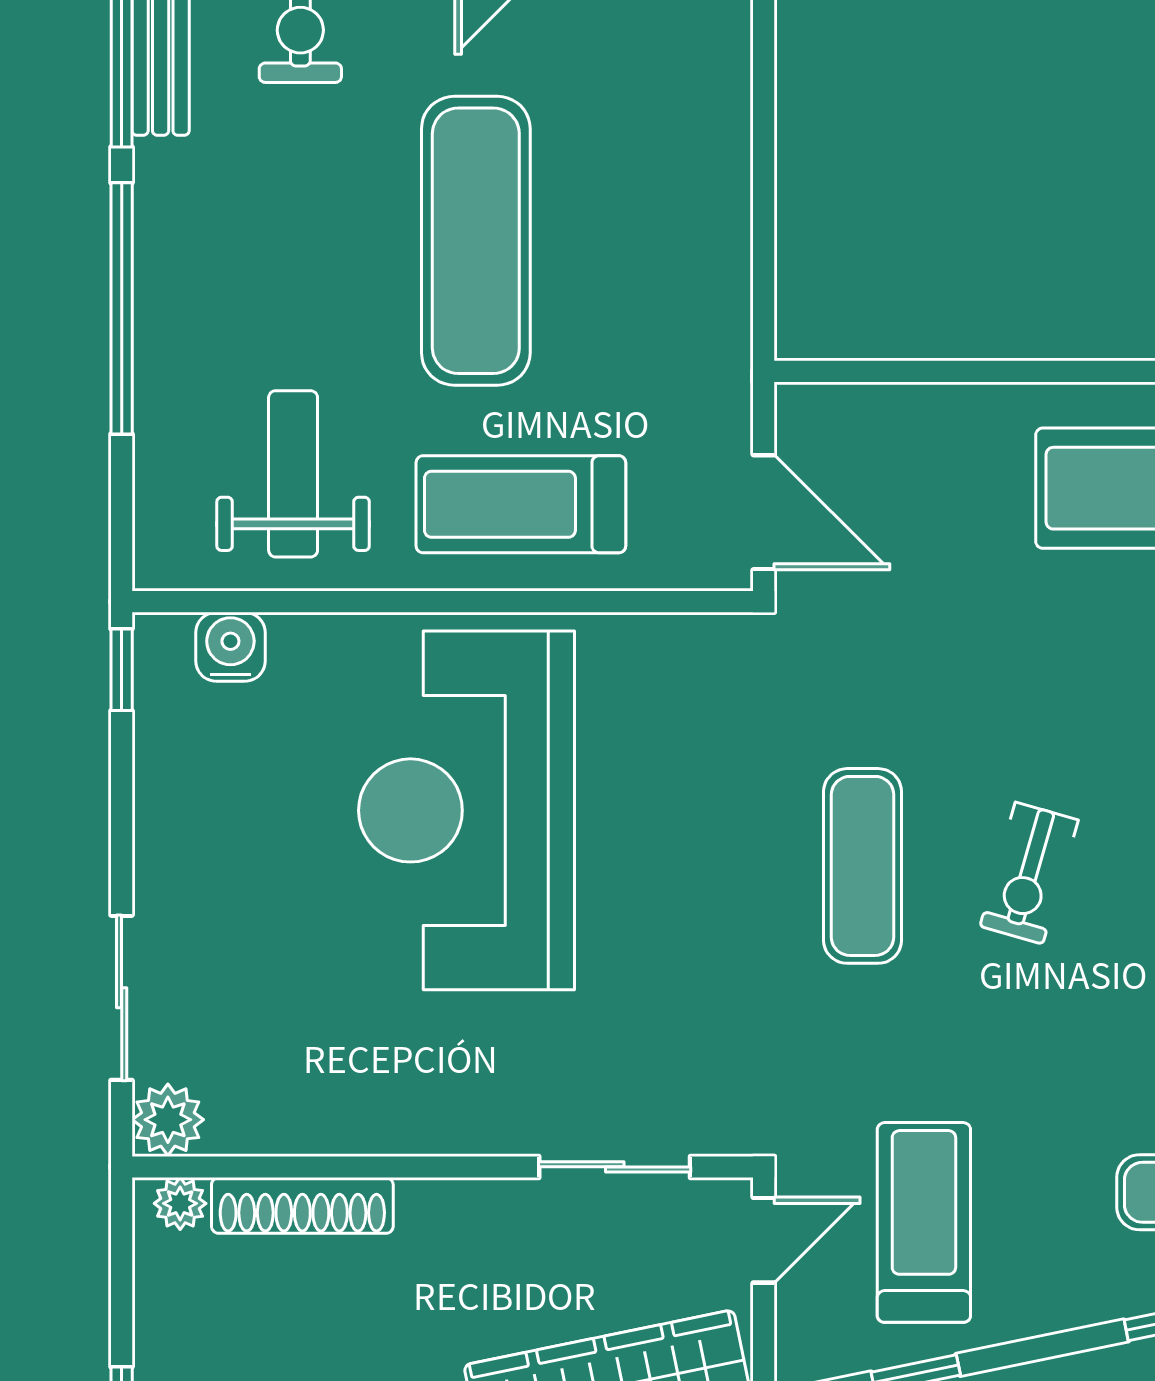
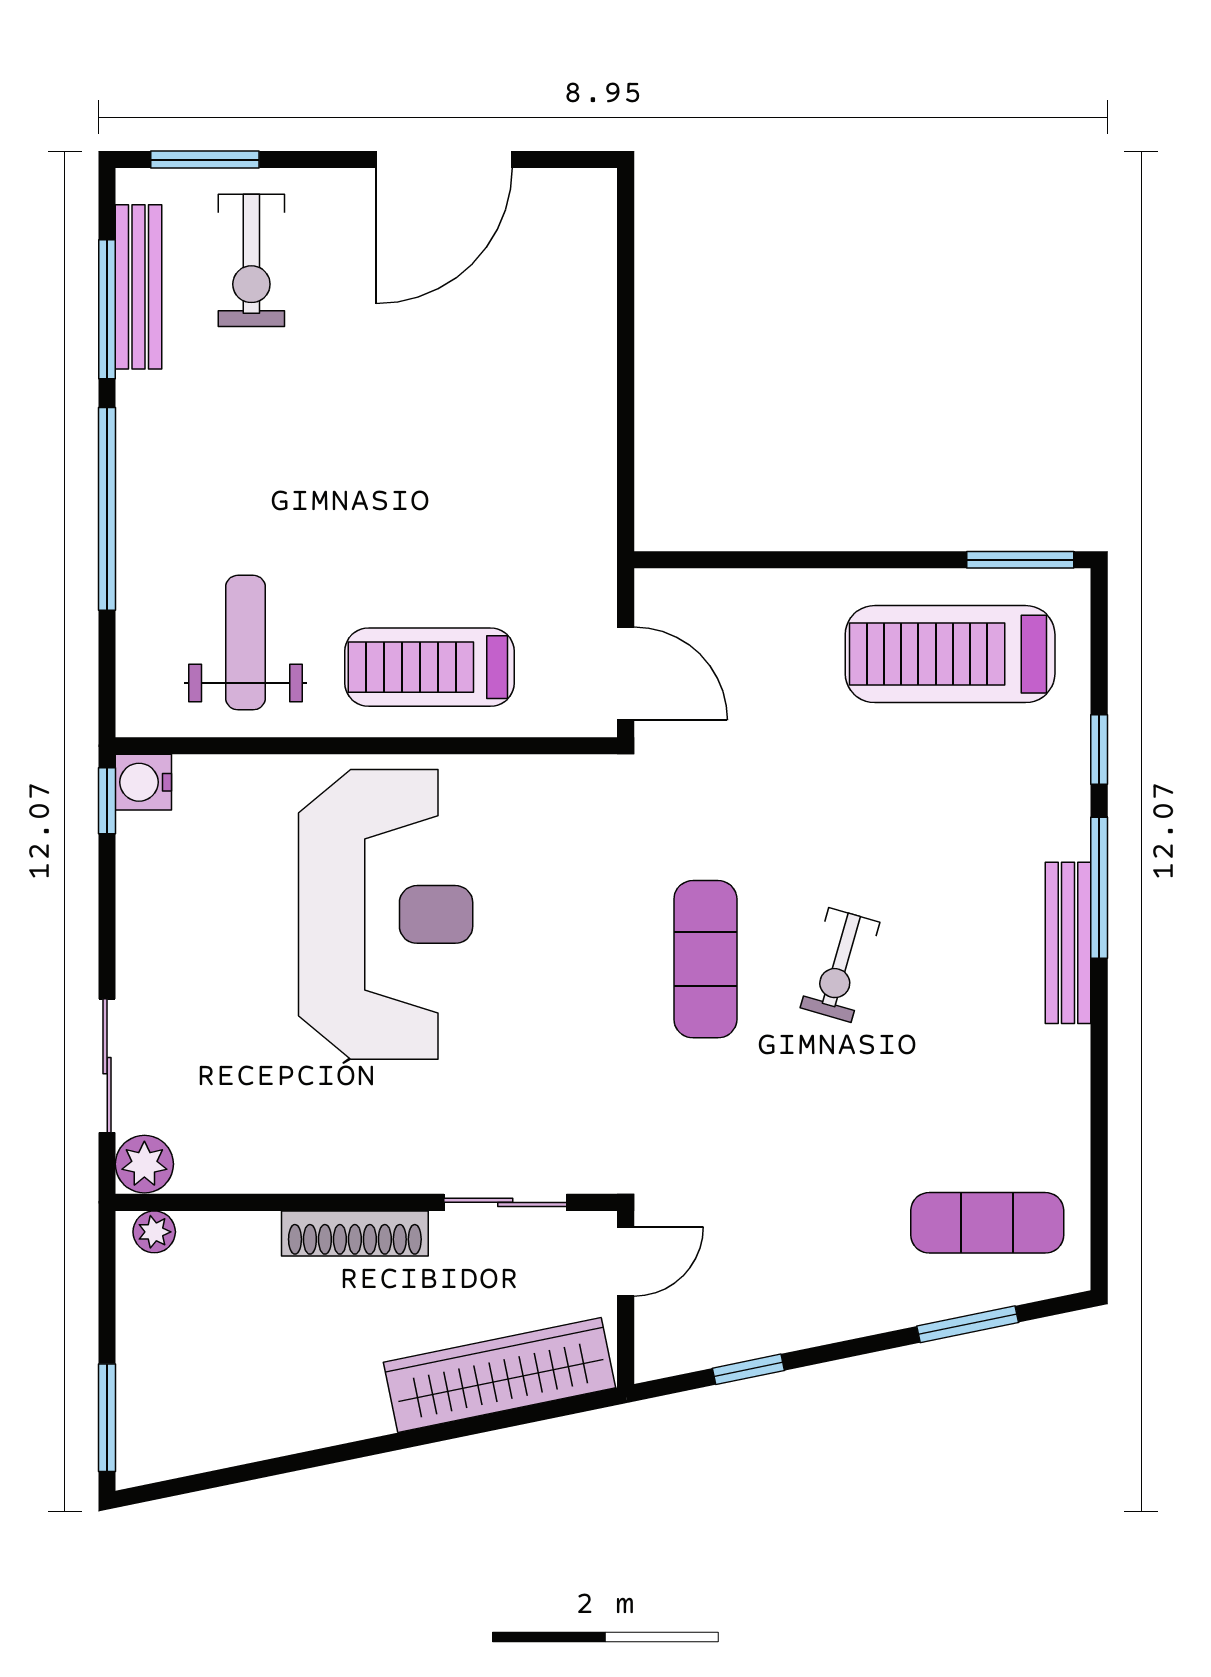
exercise mat: (476, 241) -> (393, 454), removed
water cooler: (230, 647) -> (143, 782), moved, turned -90
reception desk: (467, 810) -> (386, 914), turned 180
shoe rack: (302, 1205) -> (355, 1233), moved
treadmill: (924, 1222) -> (755, 1247), removed

